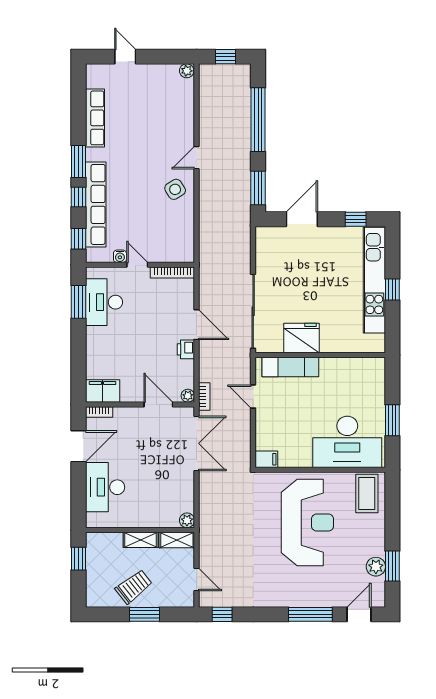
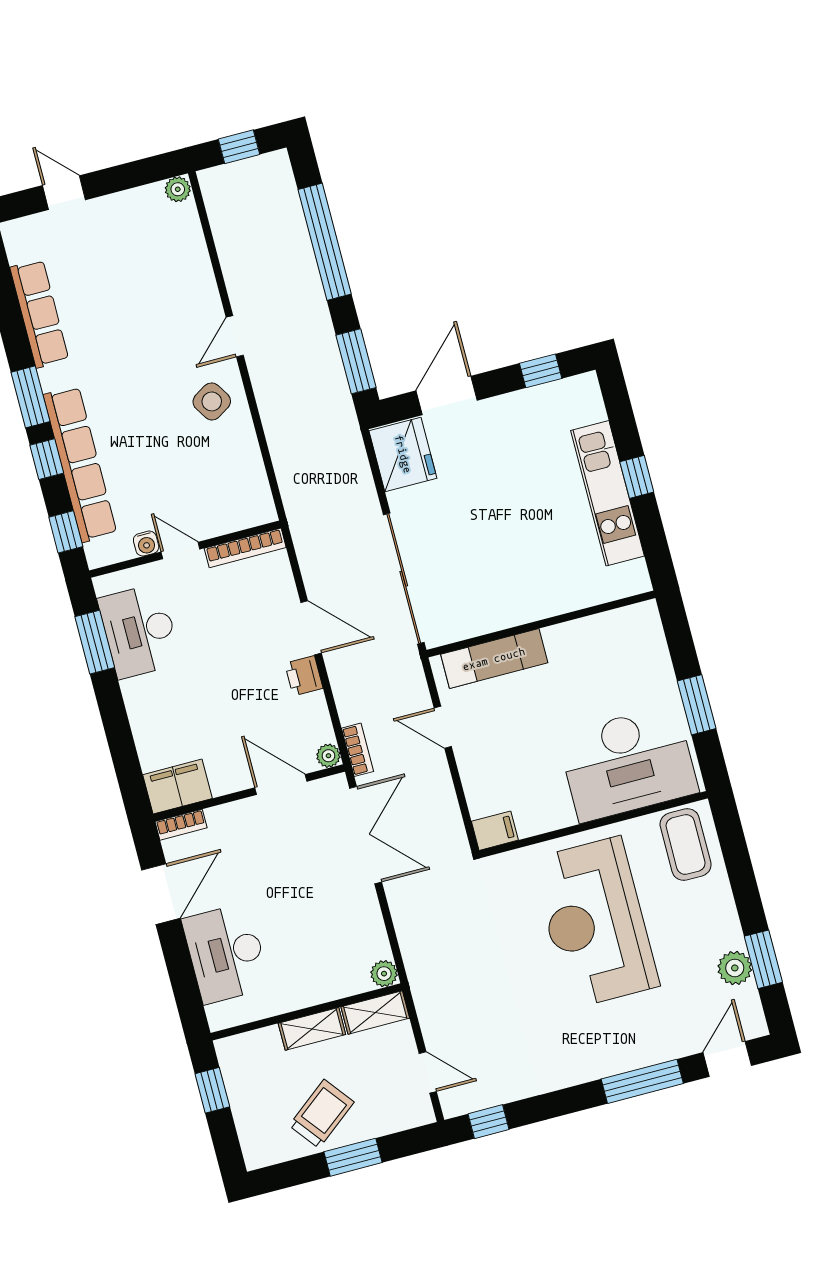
kitchen unit: (374, 280) -> (608, 493), width x0.73
fridge: (301, 338) -> (403, 454), moved, turned 90
reception desk: (307, 523) -> (595, 922), turned 180

